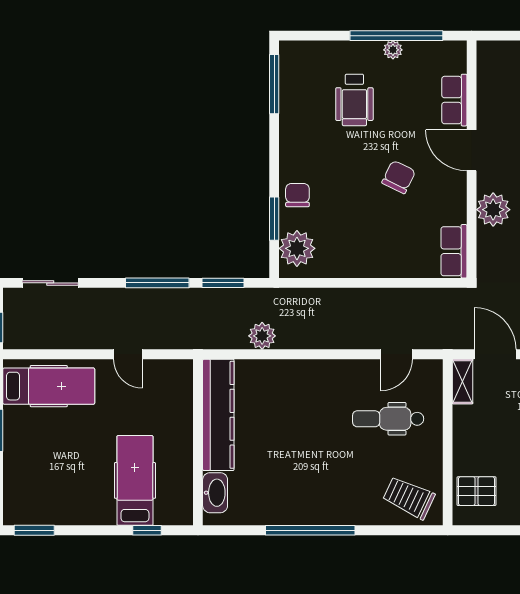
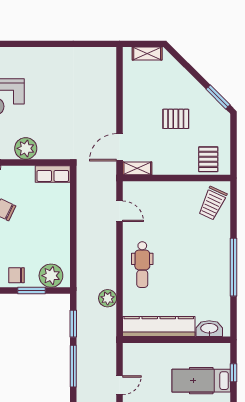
dental chair: (388, 419) -> (142, 265), moved

